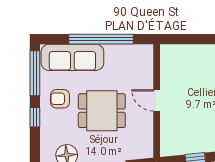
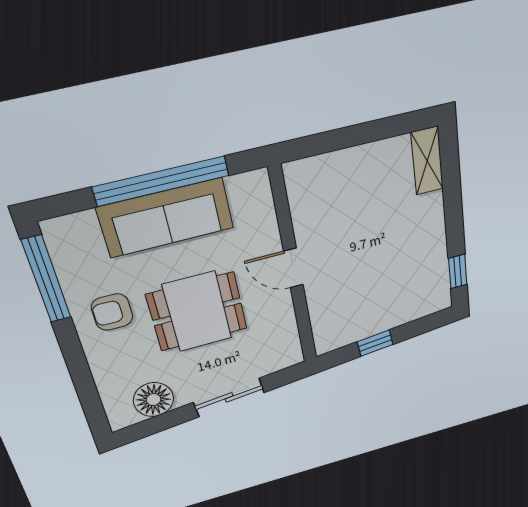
sofa: (72, 57) -> (166, 218), moved
window: (35, 117) -> (74, 356), removed

